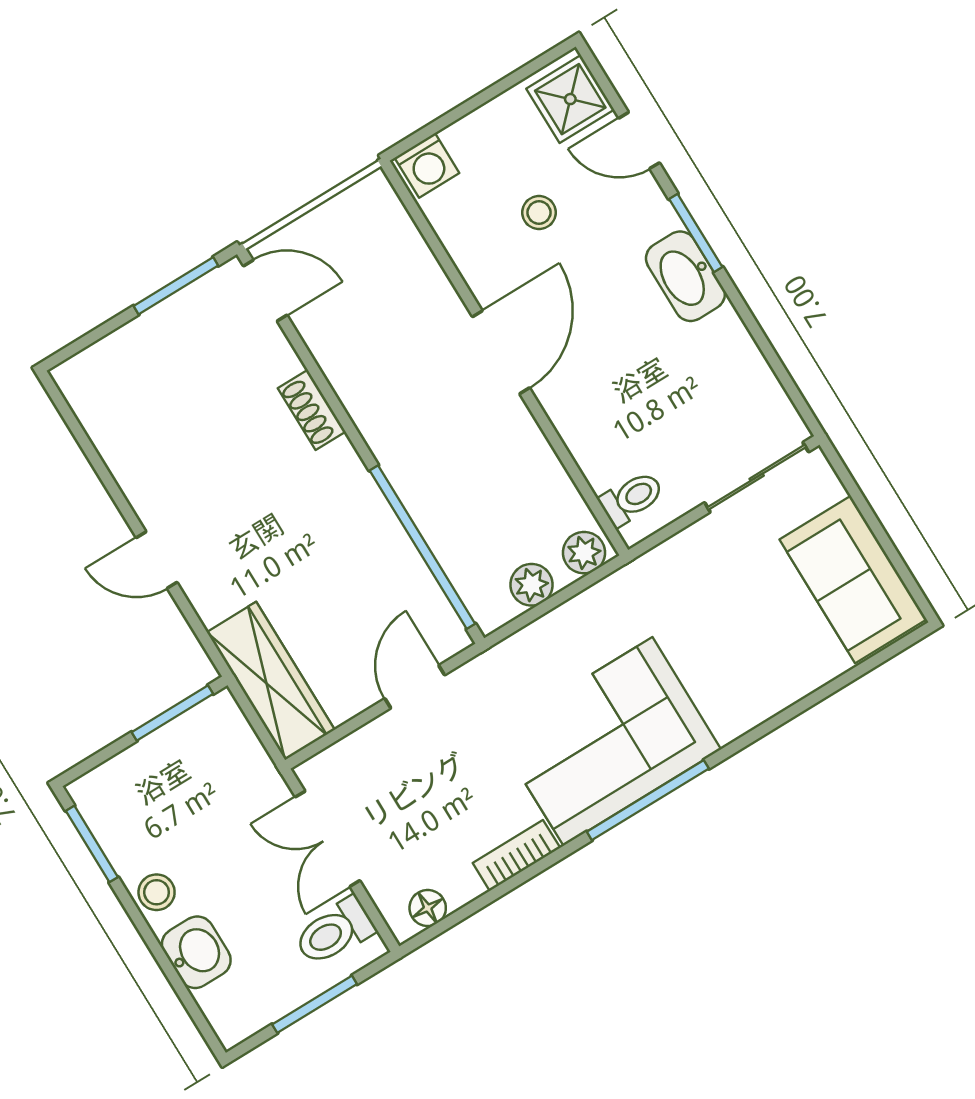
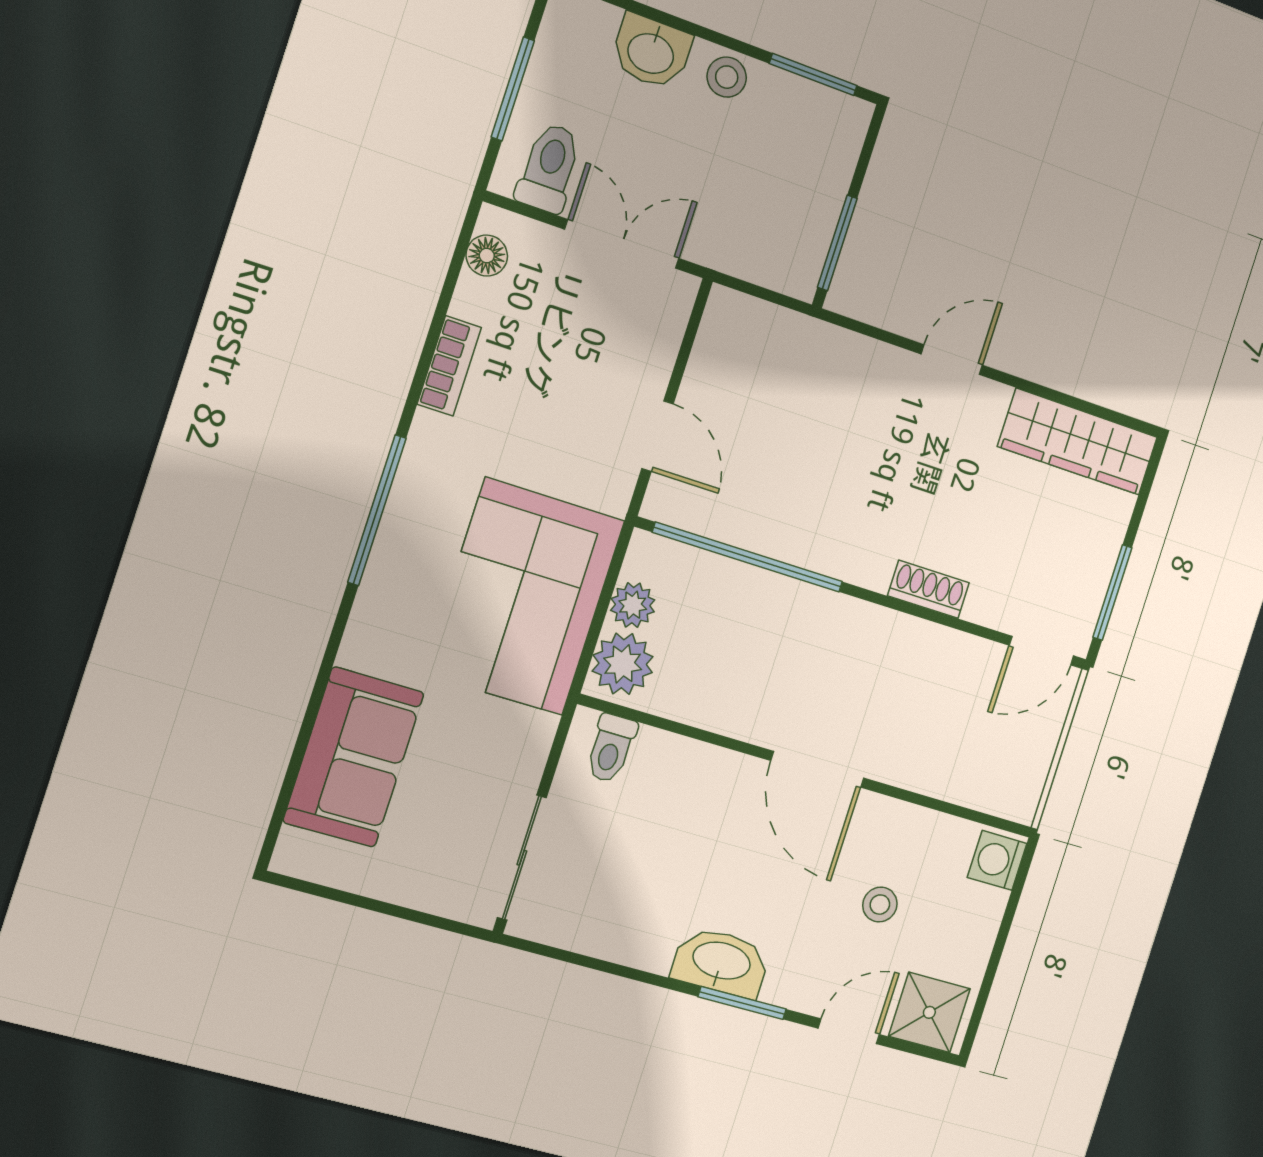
plant: (584, 553) -> (623, 664), width x1.38, depth x1.38
sofa: (853, 579) -> (354, 757), moved, turned 90
wardrobe: (271, 681) -> (1078, 442), moved
corner sofa: (608, 741) -> (524, 597), moved, turned 180

